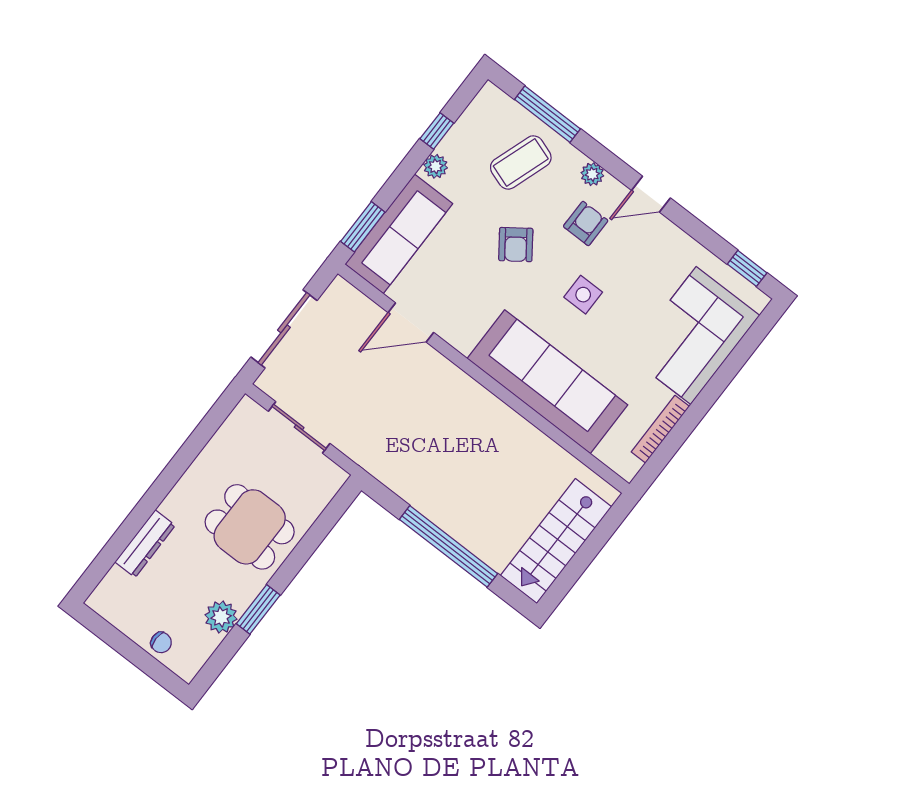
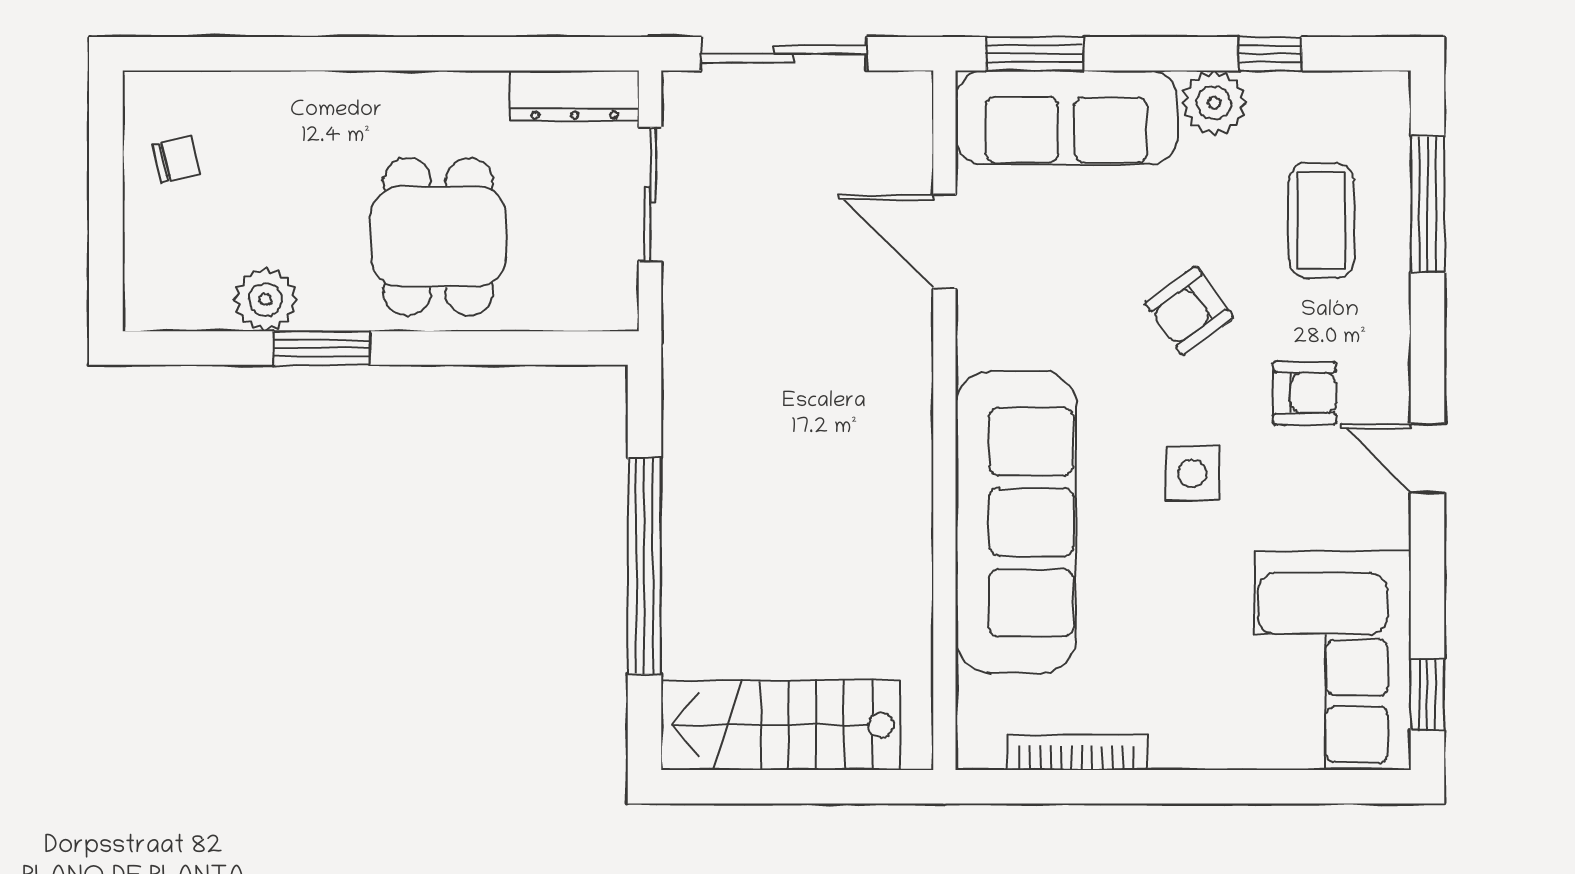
coffee table: (521, 162) -> (1321, 220), turned 71
plant: (436, 166) -> (1214, 103), width x1.38, depth x1.38
plant: (592, 174) -> (1388, 344), removed
corner sofa: (694, 335) -> (1333, 661), moved, turned -90
dresser: (145, 544) -> (575, 96), moved
chair: (161, 643) -> (176, 159), moved, turned -104

